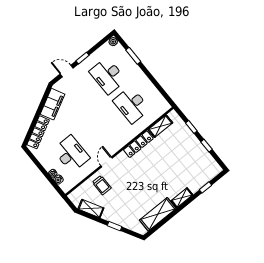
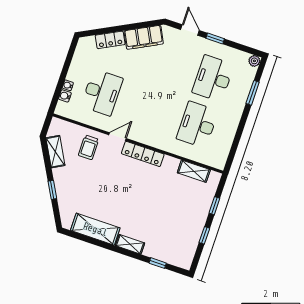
locker: (38, 132) -> (110, 40), width x0.66
locker: (138, 144) -> (143, 154), moved

